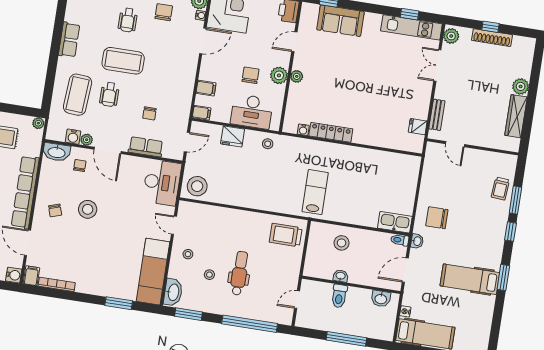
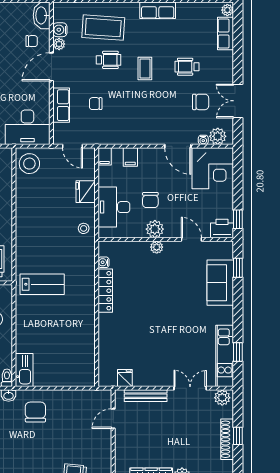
coffee table: (123, 61) -> (145, 69), width x0.54, depth x0.58
chair: (250, 75) -> (150, 200), turned 90
wheelchair: (109, 94) -> (108, 60), turned 180
bench: (437, 115) -> (146, 396), width x1.36

